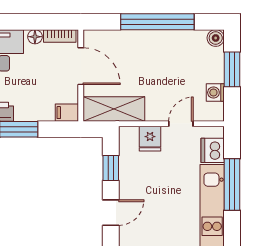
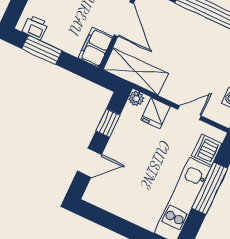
filing cabinet: (67, 113) -> (95, 47), width x2.00
plant: (126, 134) -> (136, 99), added

